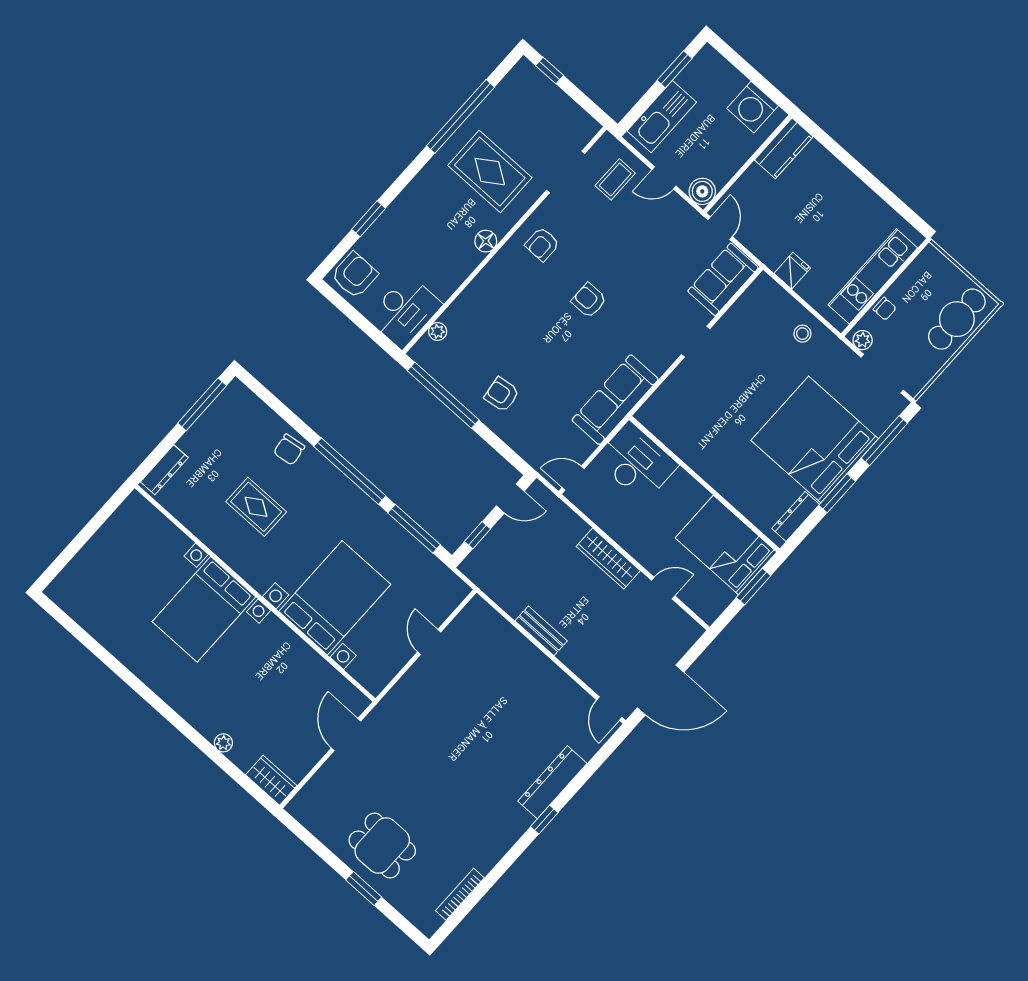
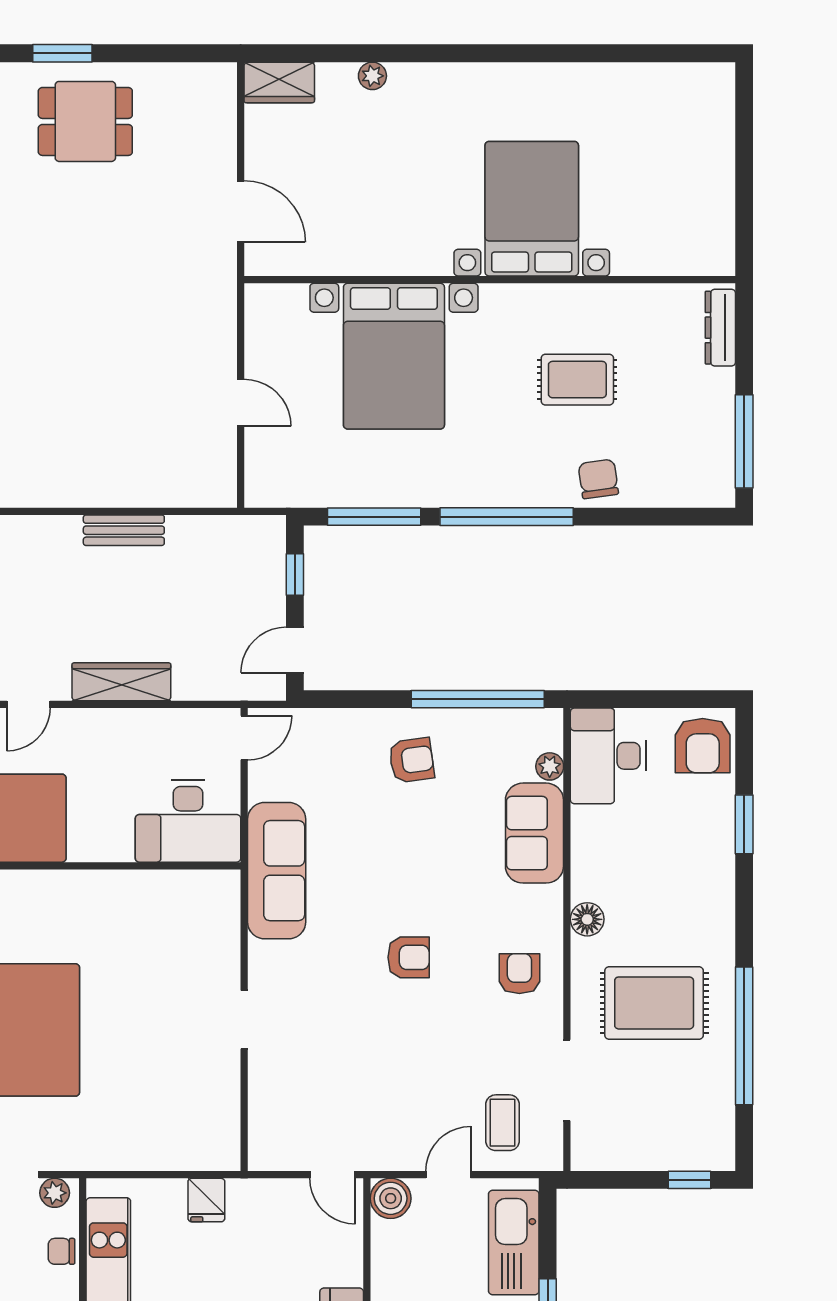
sofa: (723, 279) -> (534, 833), moved, turned 180
stool: (802, 334) -> (130, 1138), removed

